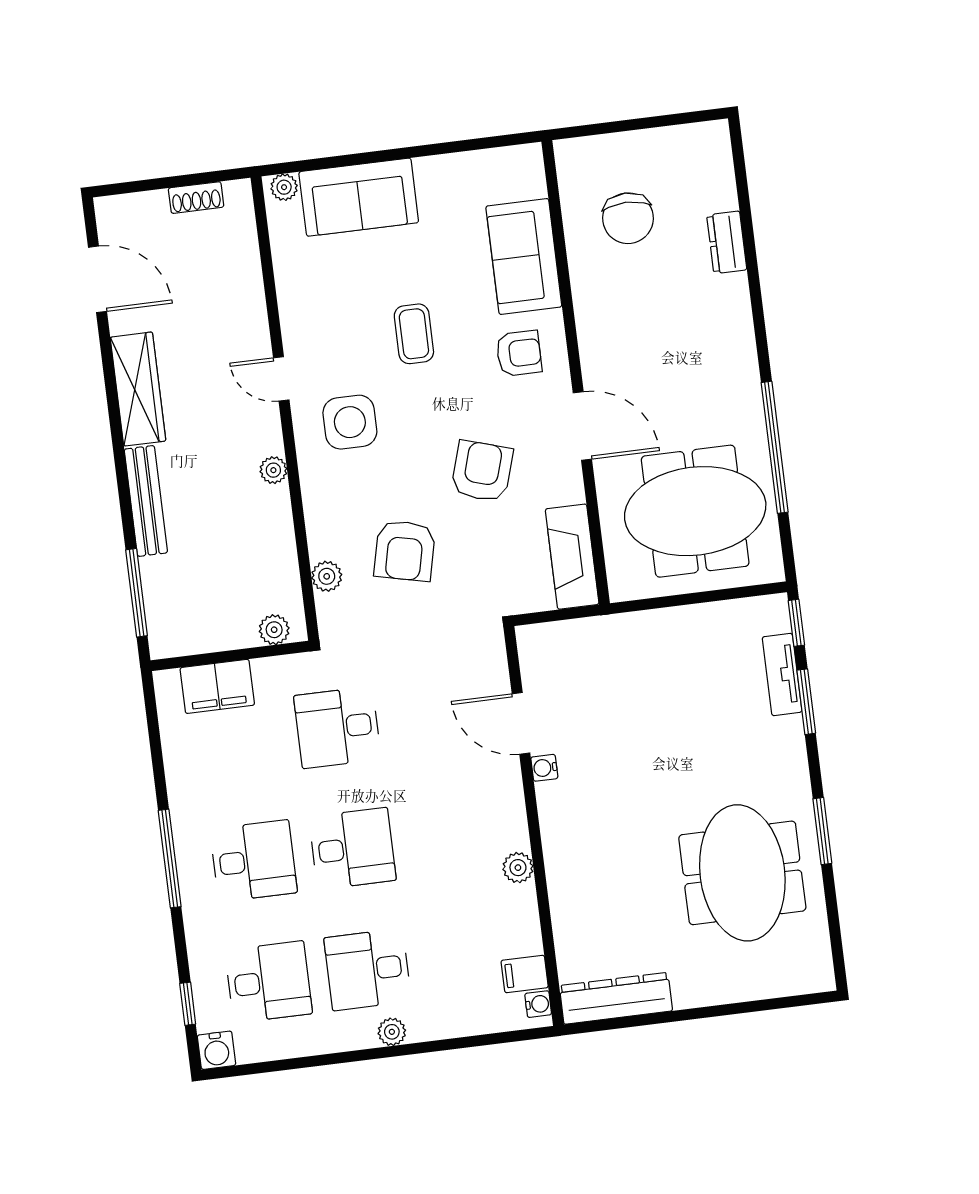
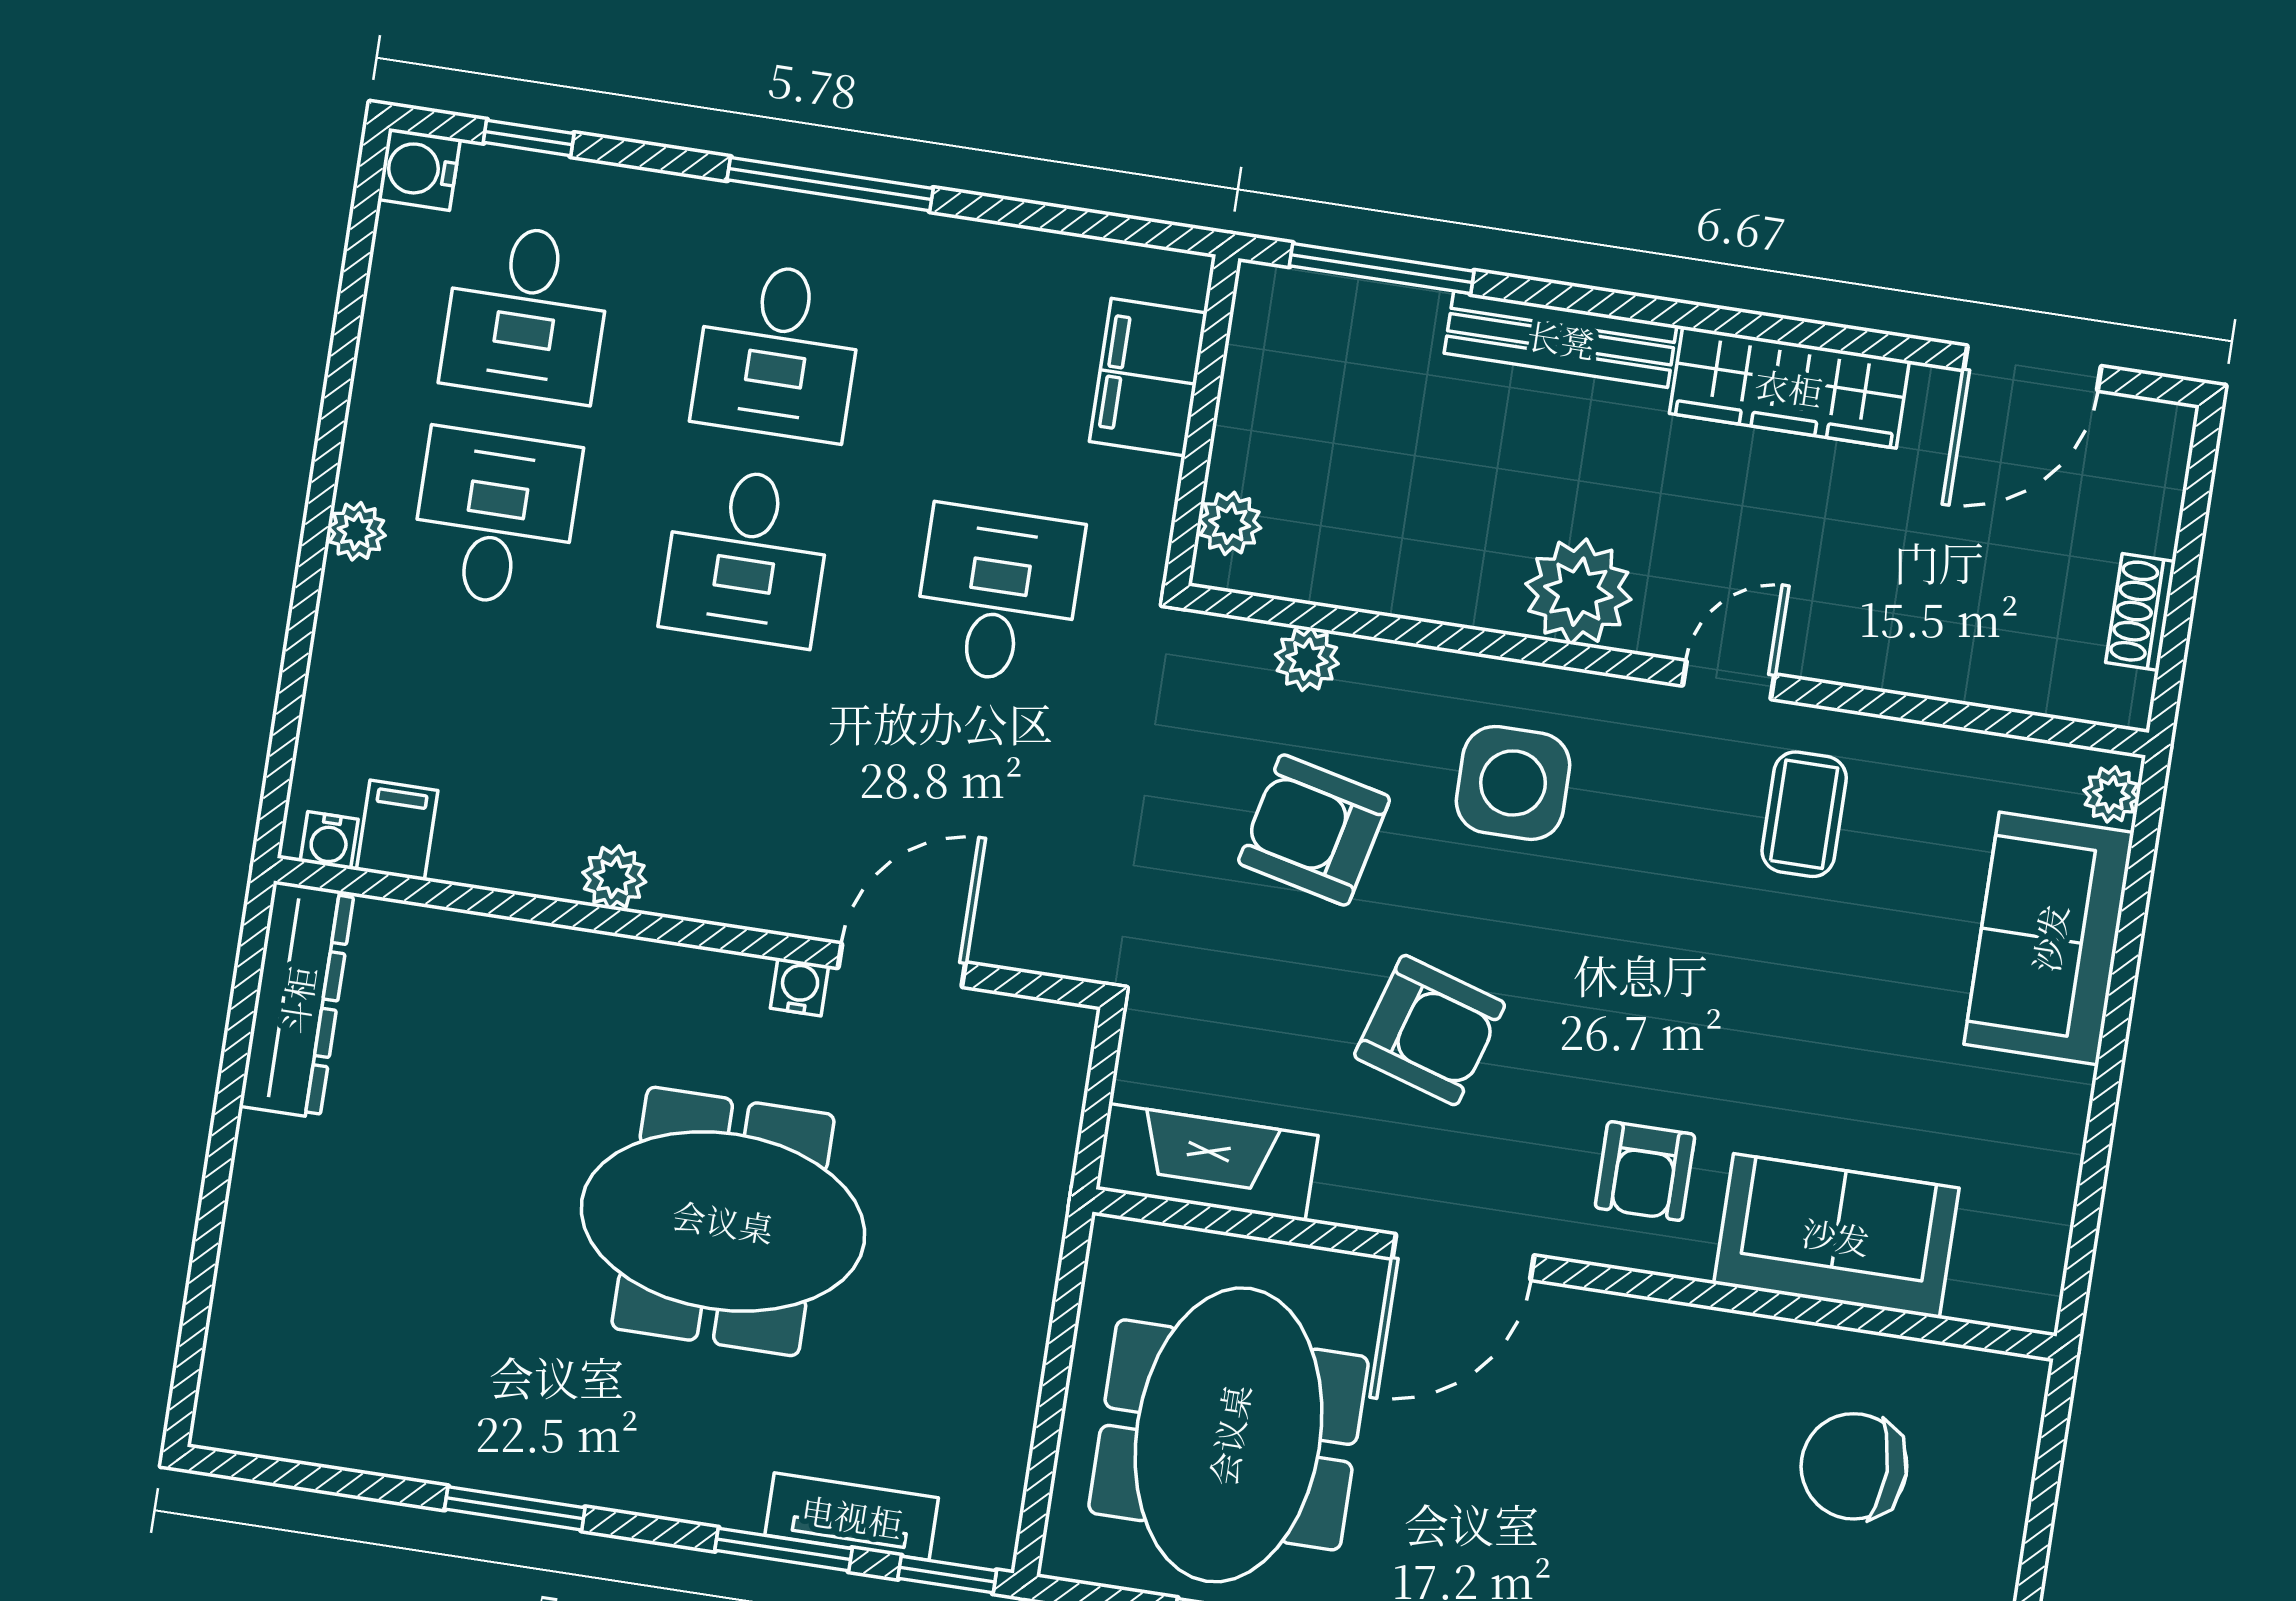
coffee table: (414, 334) -> (1804, 814), moved, turned 90
side table: (350, 422) -> (1513, 783), moved
plant: (273, 470) -> (1578, 592), width x1.88, depth x1.88
meeting table: (742, 873) -> (723, 1221), moved

